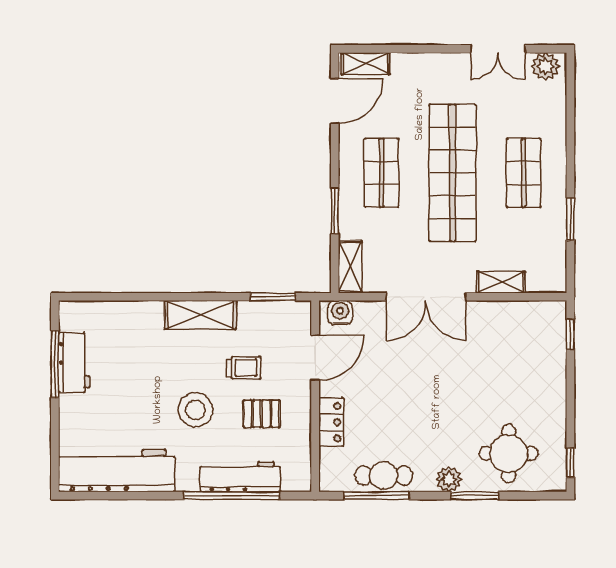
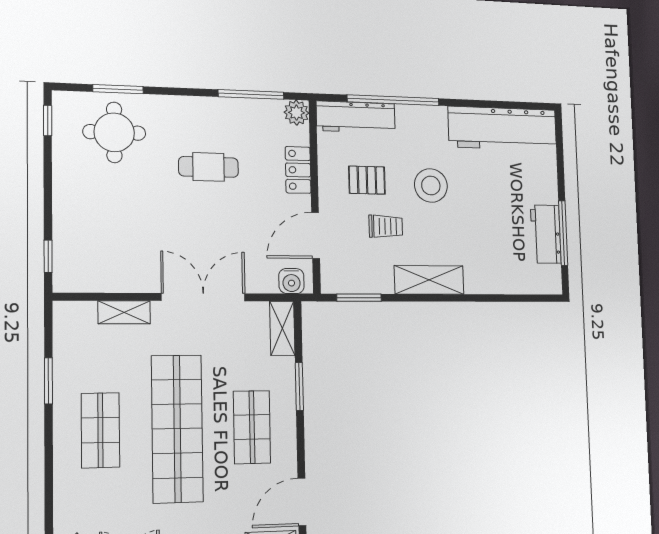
trolley: (244, 368) -> (386, 226), turned 180
cafe table: (384, 475) -> (208, 167), moved
workbench: (240, 477) -> (356, 117), moved
plant: (449, 479) -> (296, 113), moved
window: (475, 496) -> (118, 89), moved

